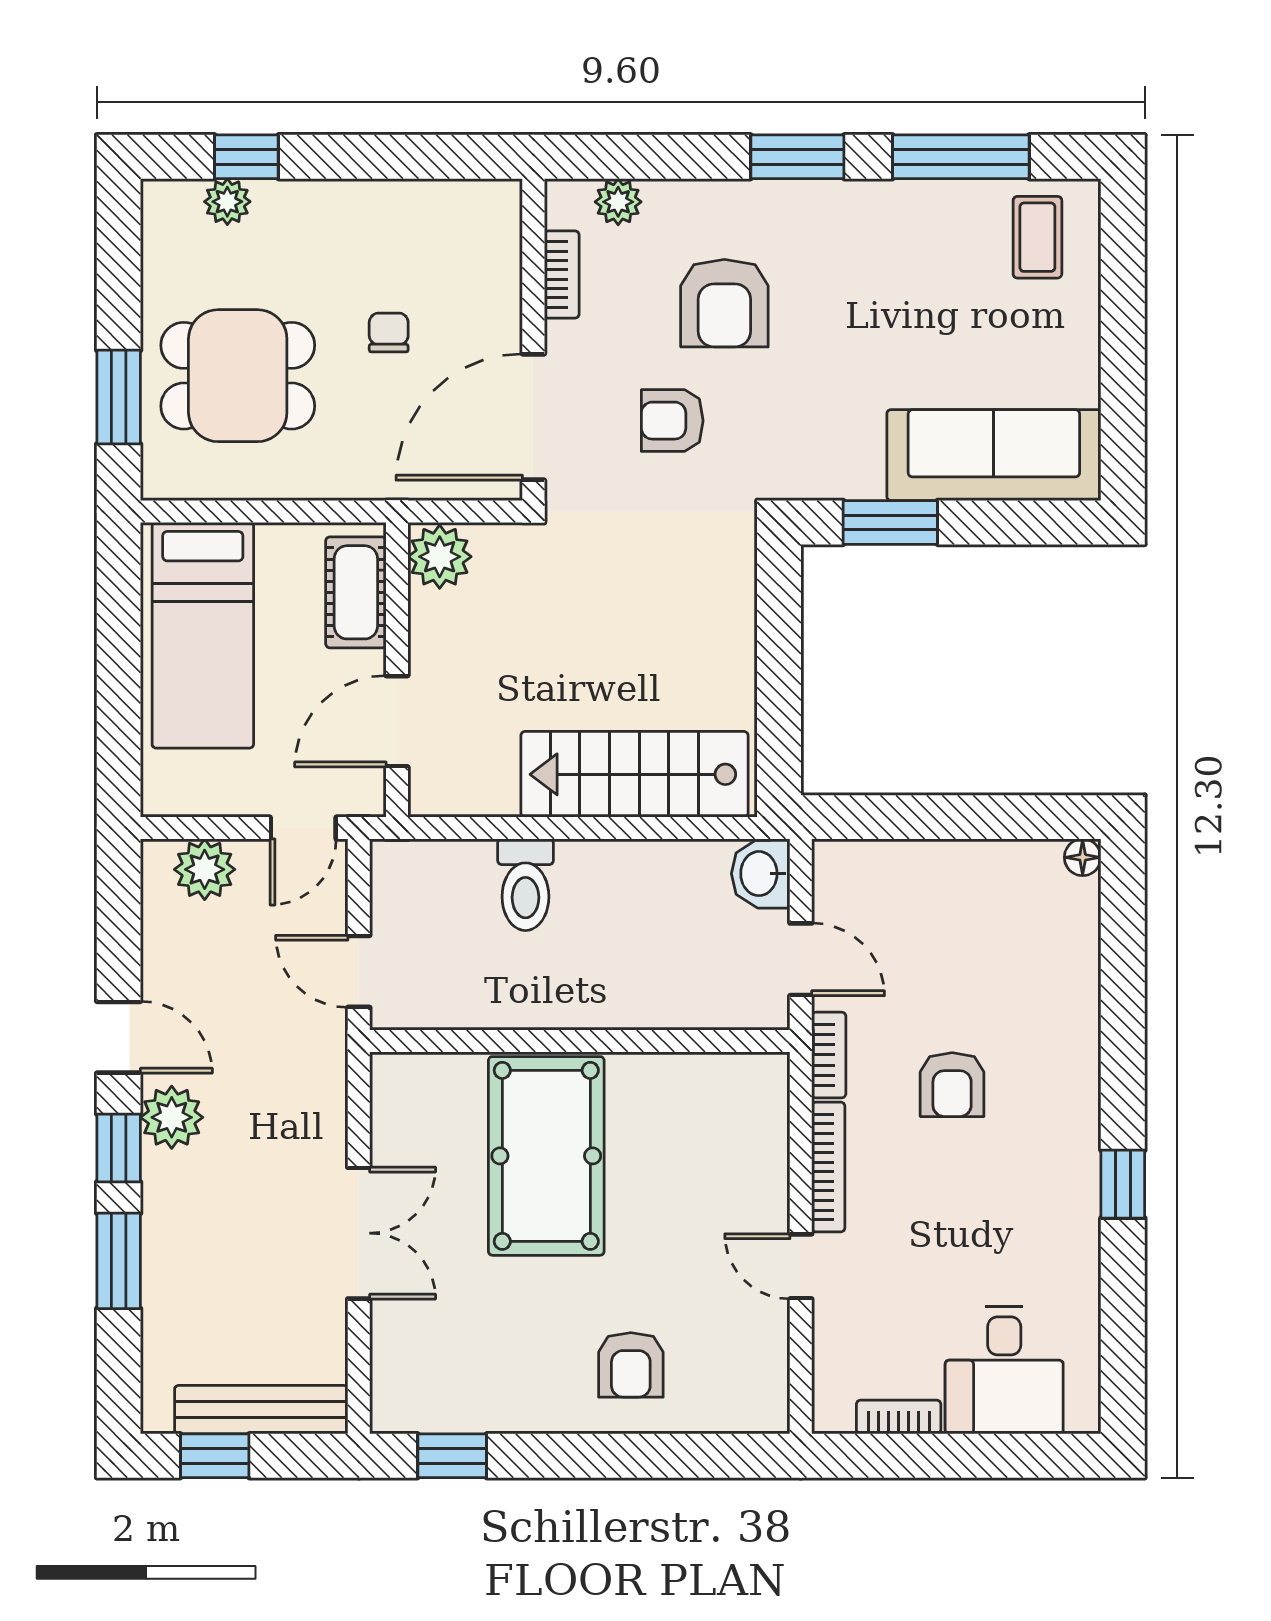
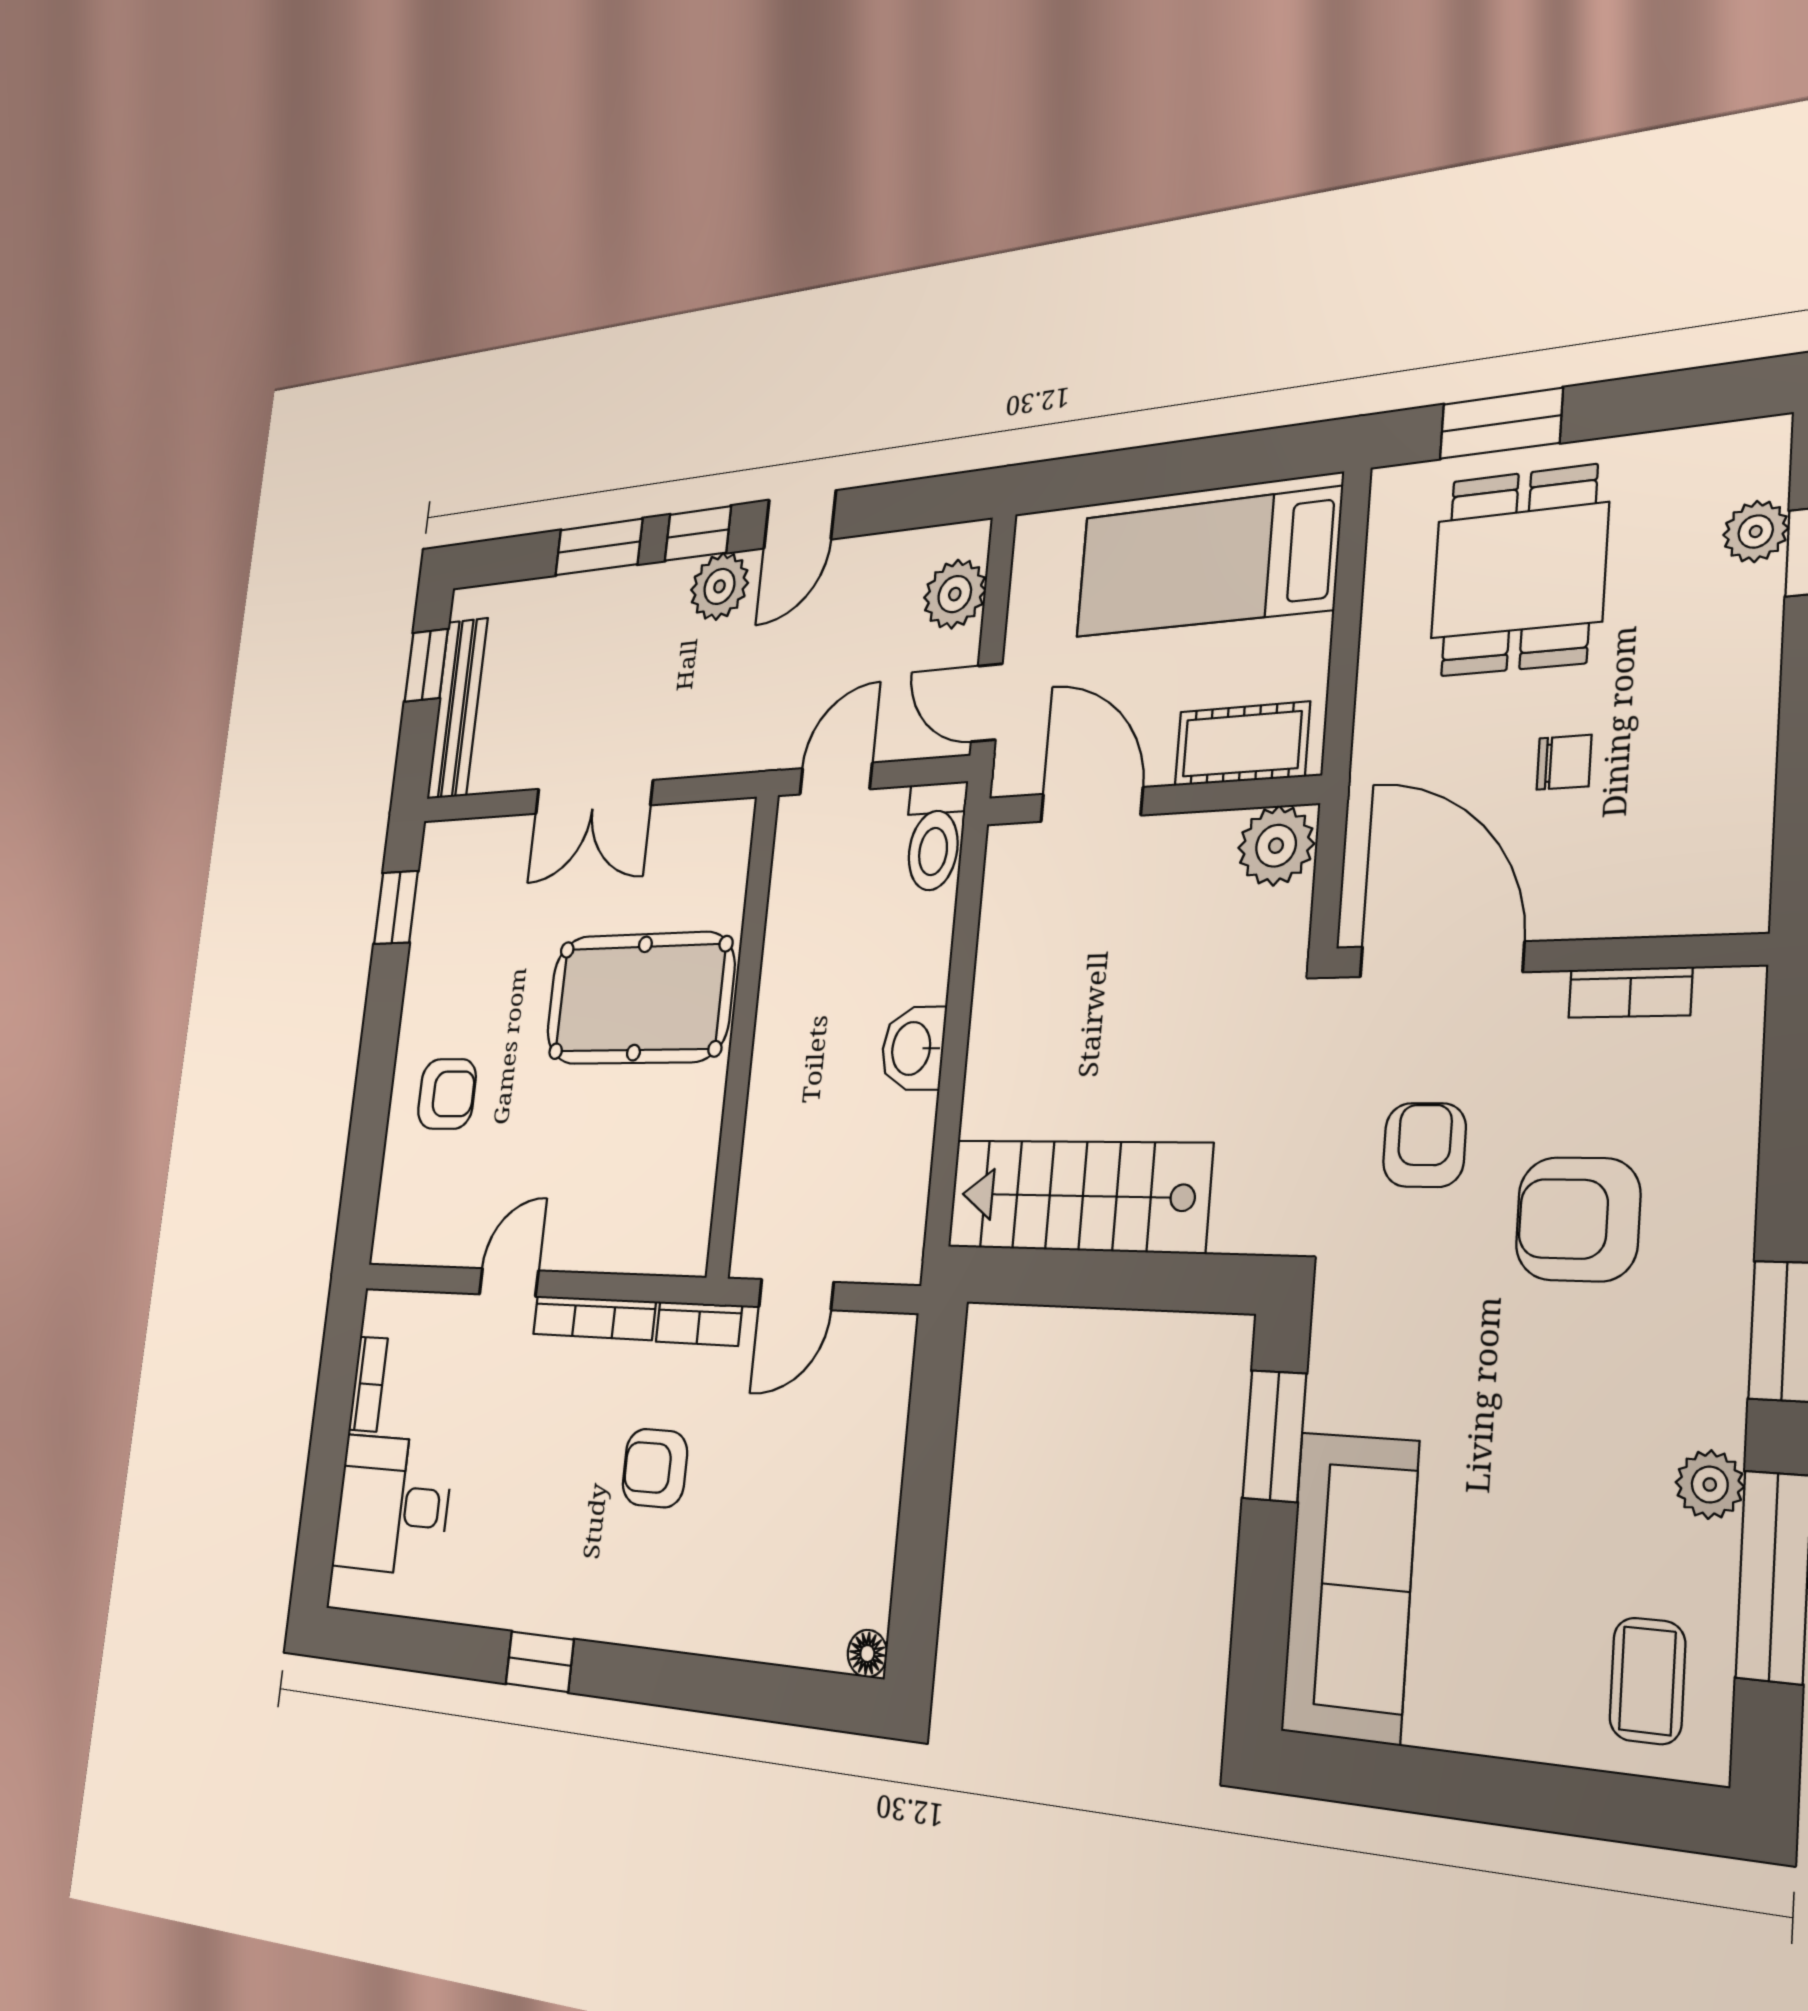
plant: (618, 202) -> (1710, 1485), moved
coffee table: (1037, 237) -> (1647, 1681), turned 90
stairs: (634, 774) -> (1078, 1196), moved, turned -90
washbasin: (761, 874) -> (913, 1048), moved, turned -90
toilet: (525, 885) -> (934, 837), moved, turned -90
armchair: (631, 1365) -> (447, 1094), turned 180

